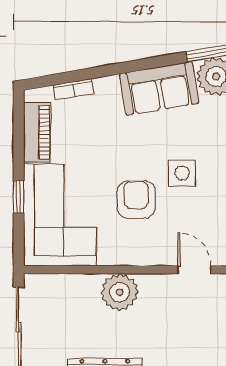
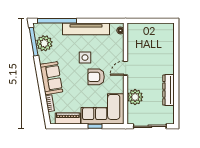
sofa: (159, 88) -> (51, 78), moved
door: (194, 270) -> (126, 68), moved
plant: (120, 292) -> (135, 97), moved

